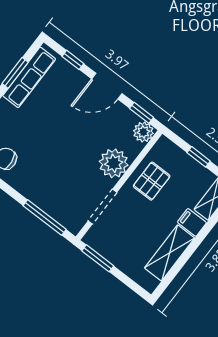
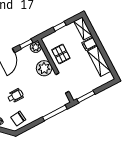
wheelchair: (43, 135) -> (15, 96), added

